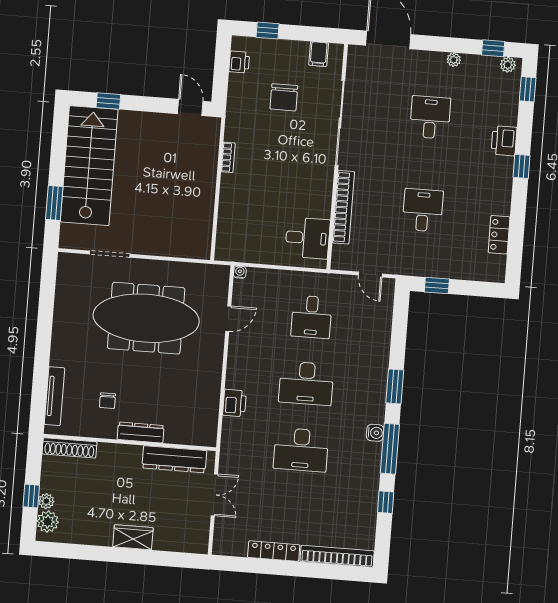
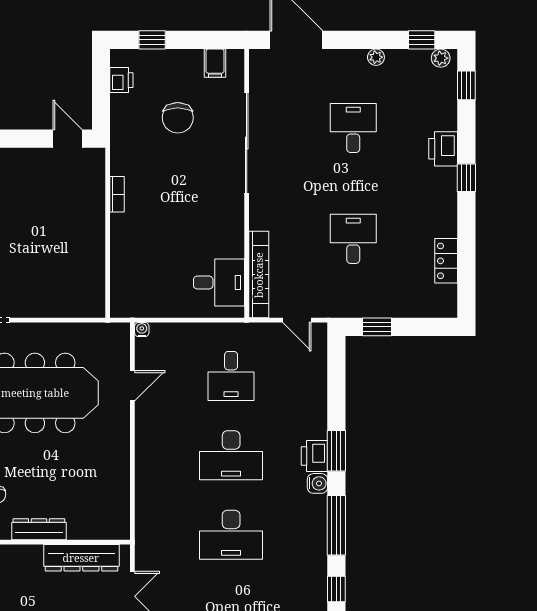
bookcase: (343, 207) -> (259, 275), moved
printer: (234, 403) -> (314, 456), moved, turned 180
water cooler: (375, 433) -> (317, 483), moved

